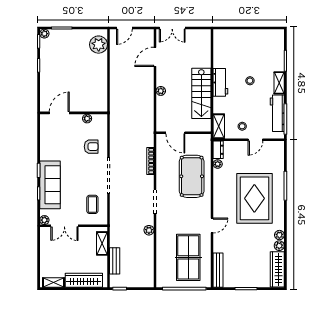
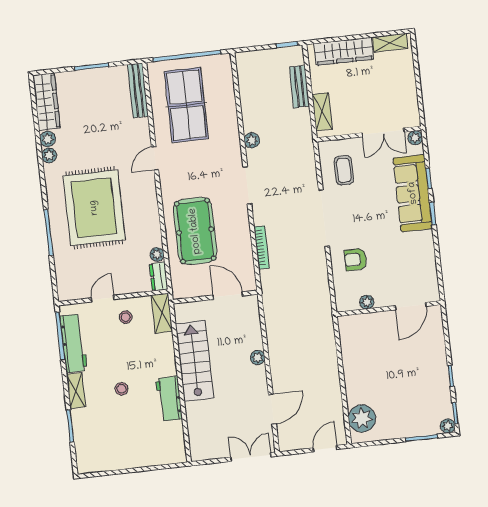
workbench: (220, 82) -> (169, 399), moved
double door: (64, 226) -> (383, 132), swing flipped

